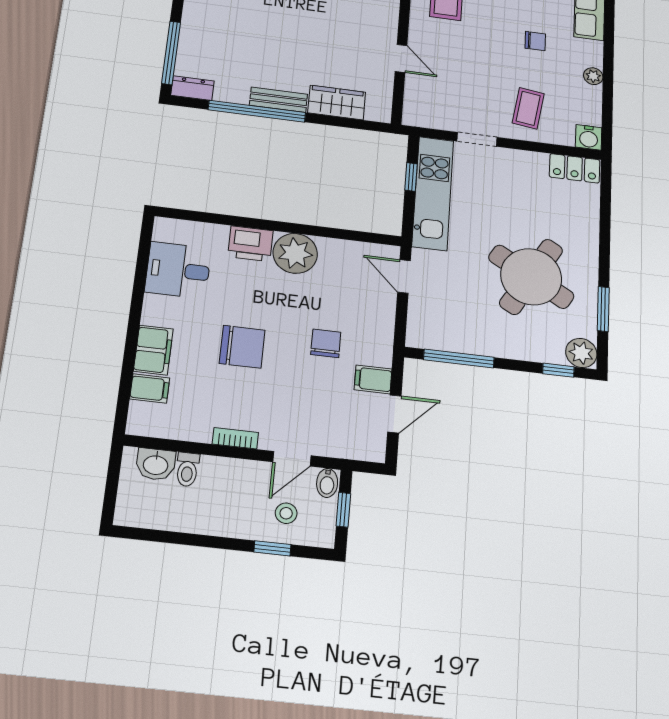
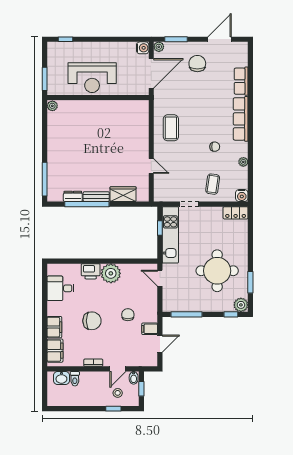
dresser: (192, 88) -> (73, 196), moved
round table: (531, 277) -> (217, 271), turned -30
filing cabinet: (150, 388) -> (55, 351), width x2.00

